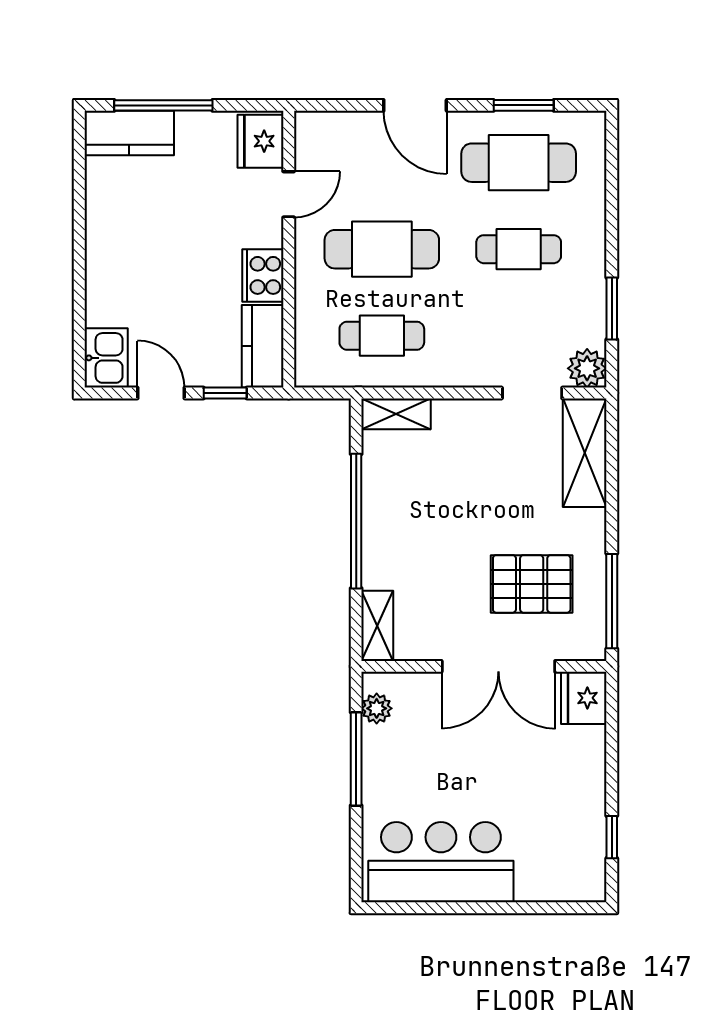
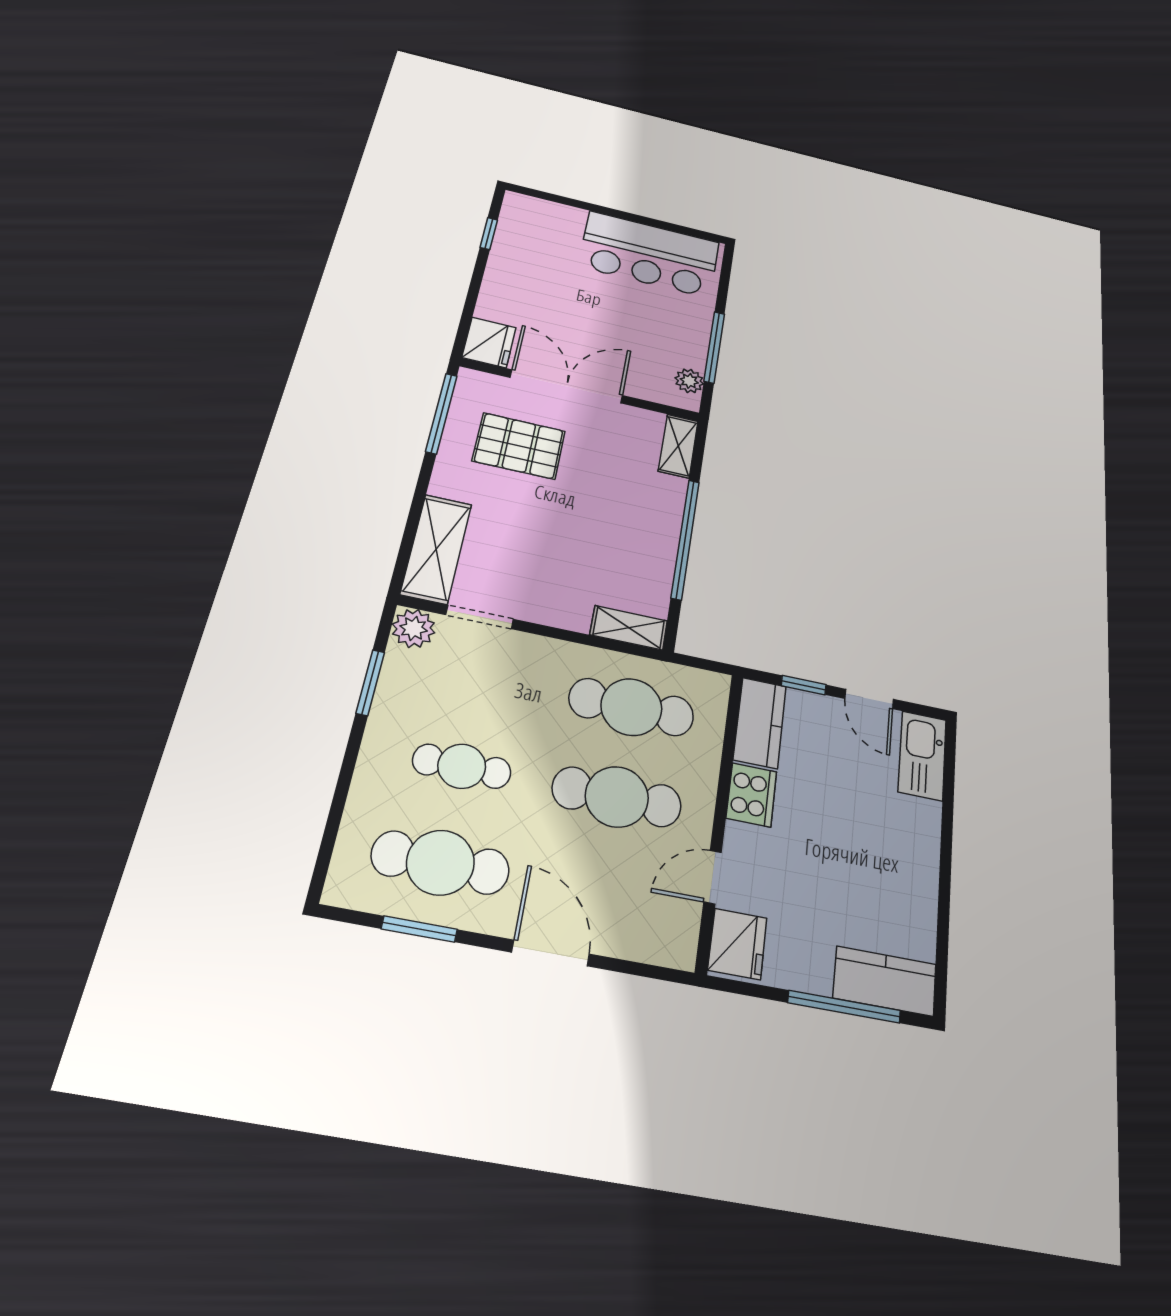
cafe table: (382, 336) -> (631, 707), width x1.37, depth x1.35
kitchen sink: (106, 358) -> (922, 756), width x1.38

